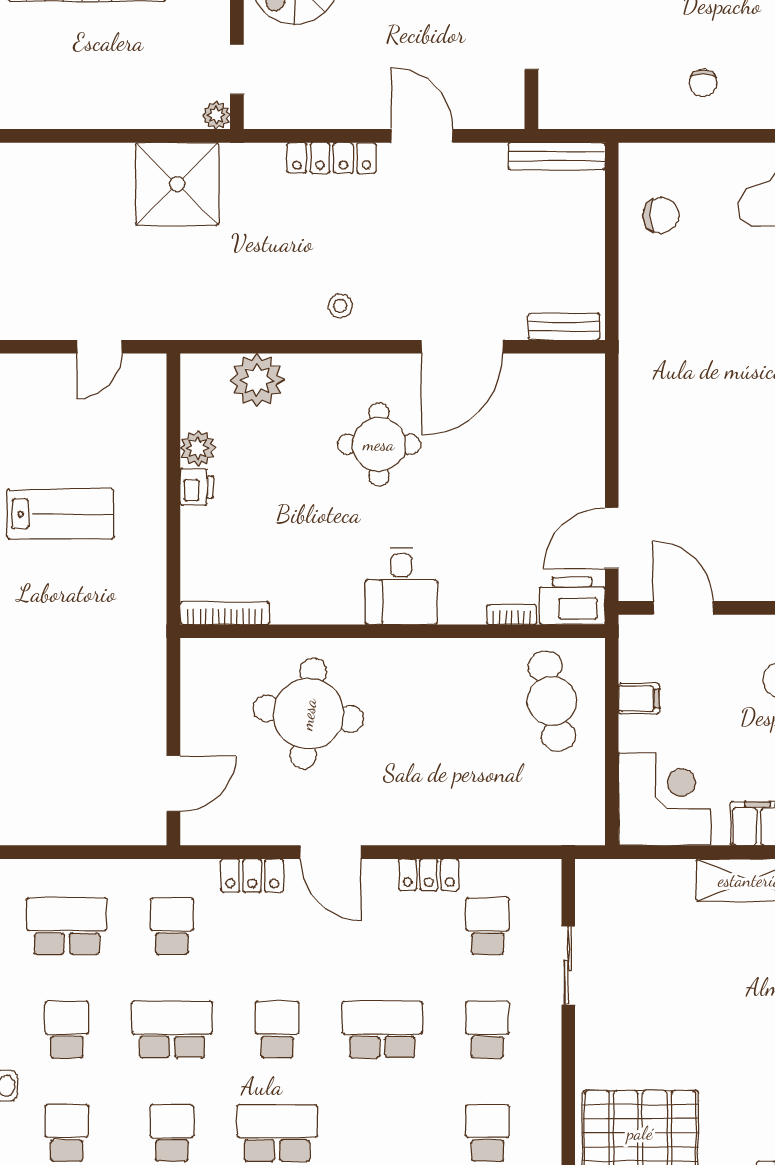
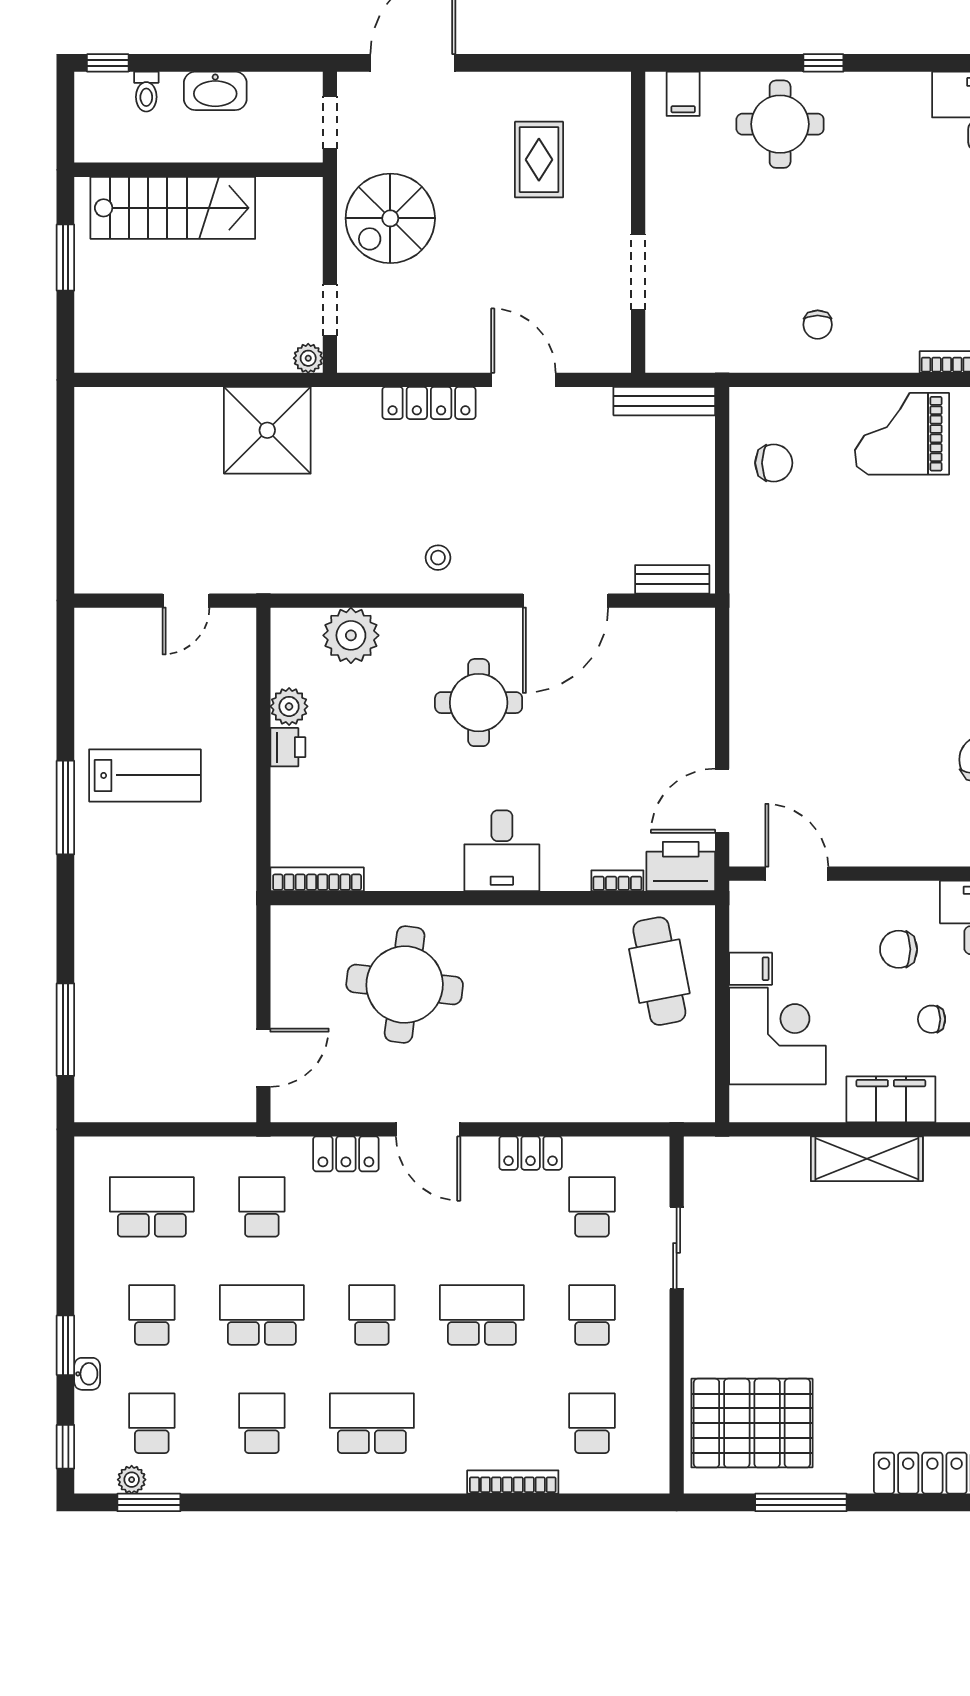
corner desk: (665, 799) -> (778, 1036), moved

